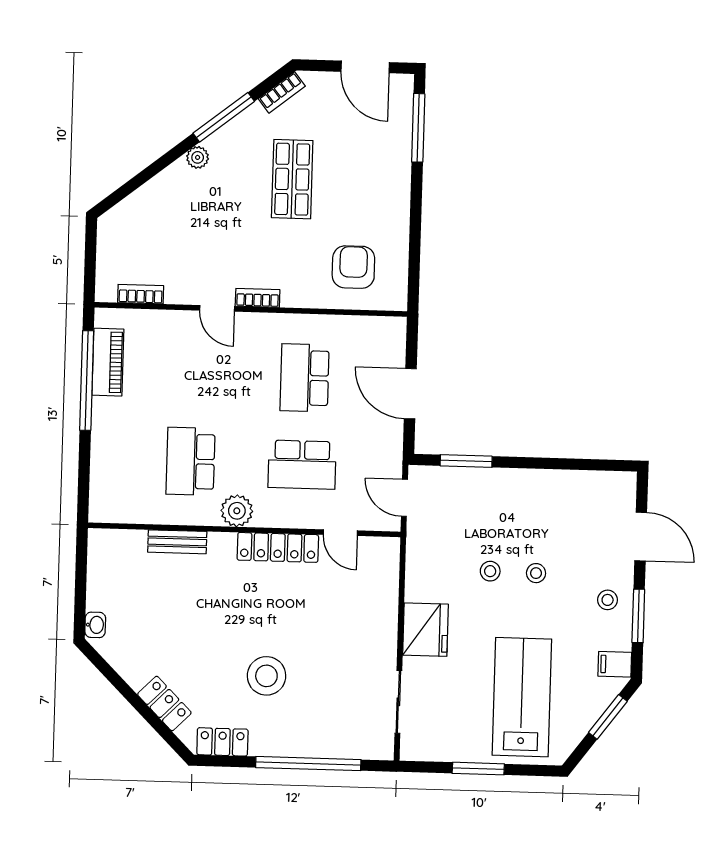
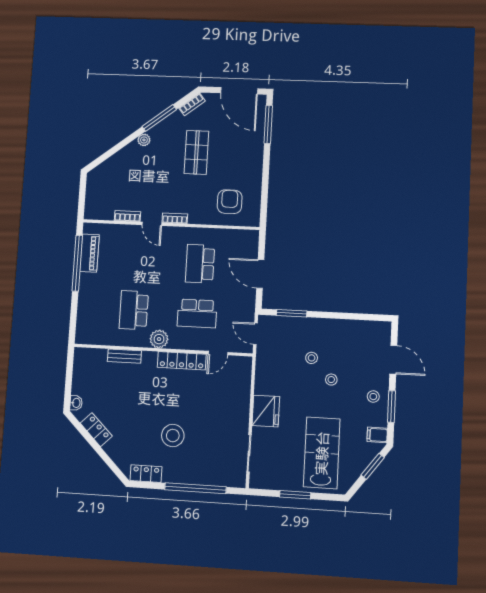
door: (365, 67) -> (239, 91), width x1.36
bookcase: (141, 294) -> (127, 216), moved
door: (340, 533) -> (218, 353), hinge flipped
stool: (490, 571) -> (312, 358), moved
locker: (164, 704) -> (96, 430), moved

